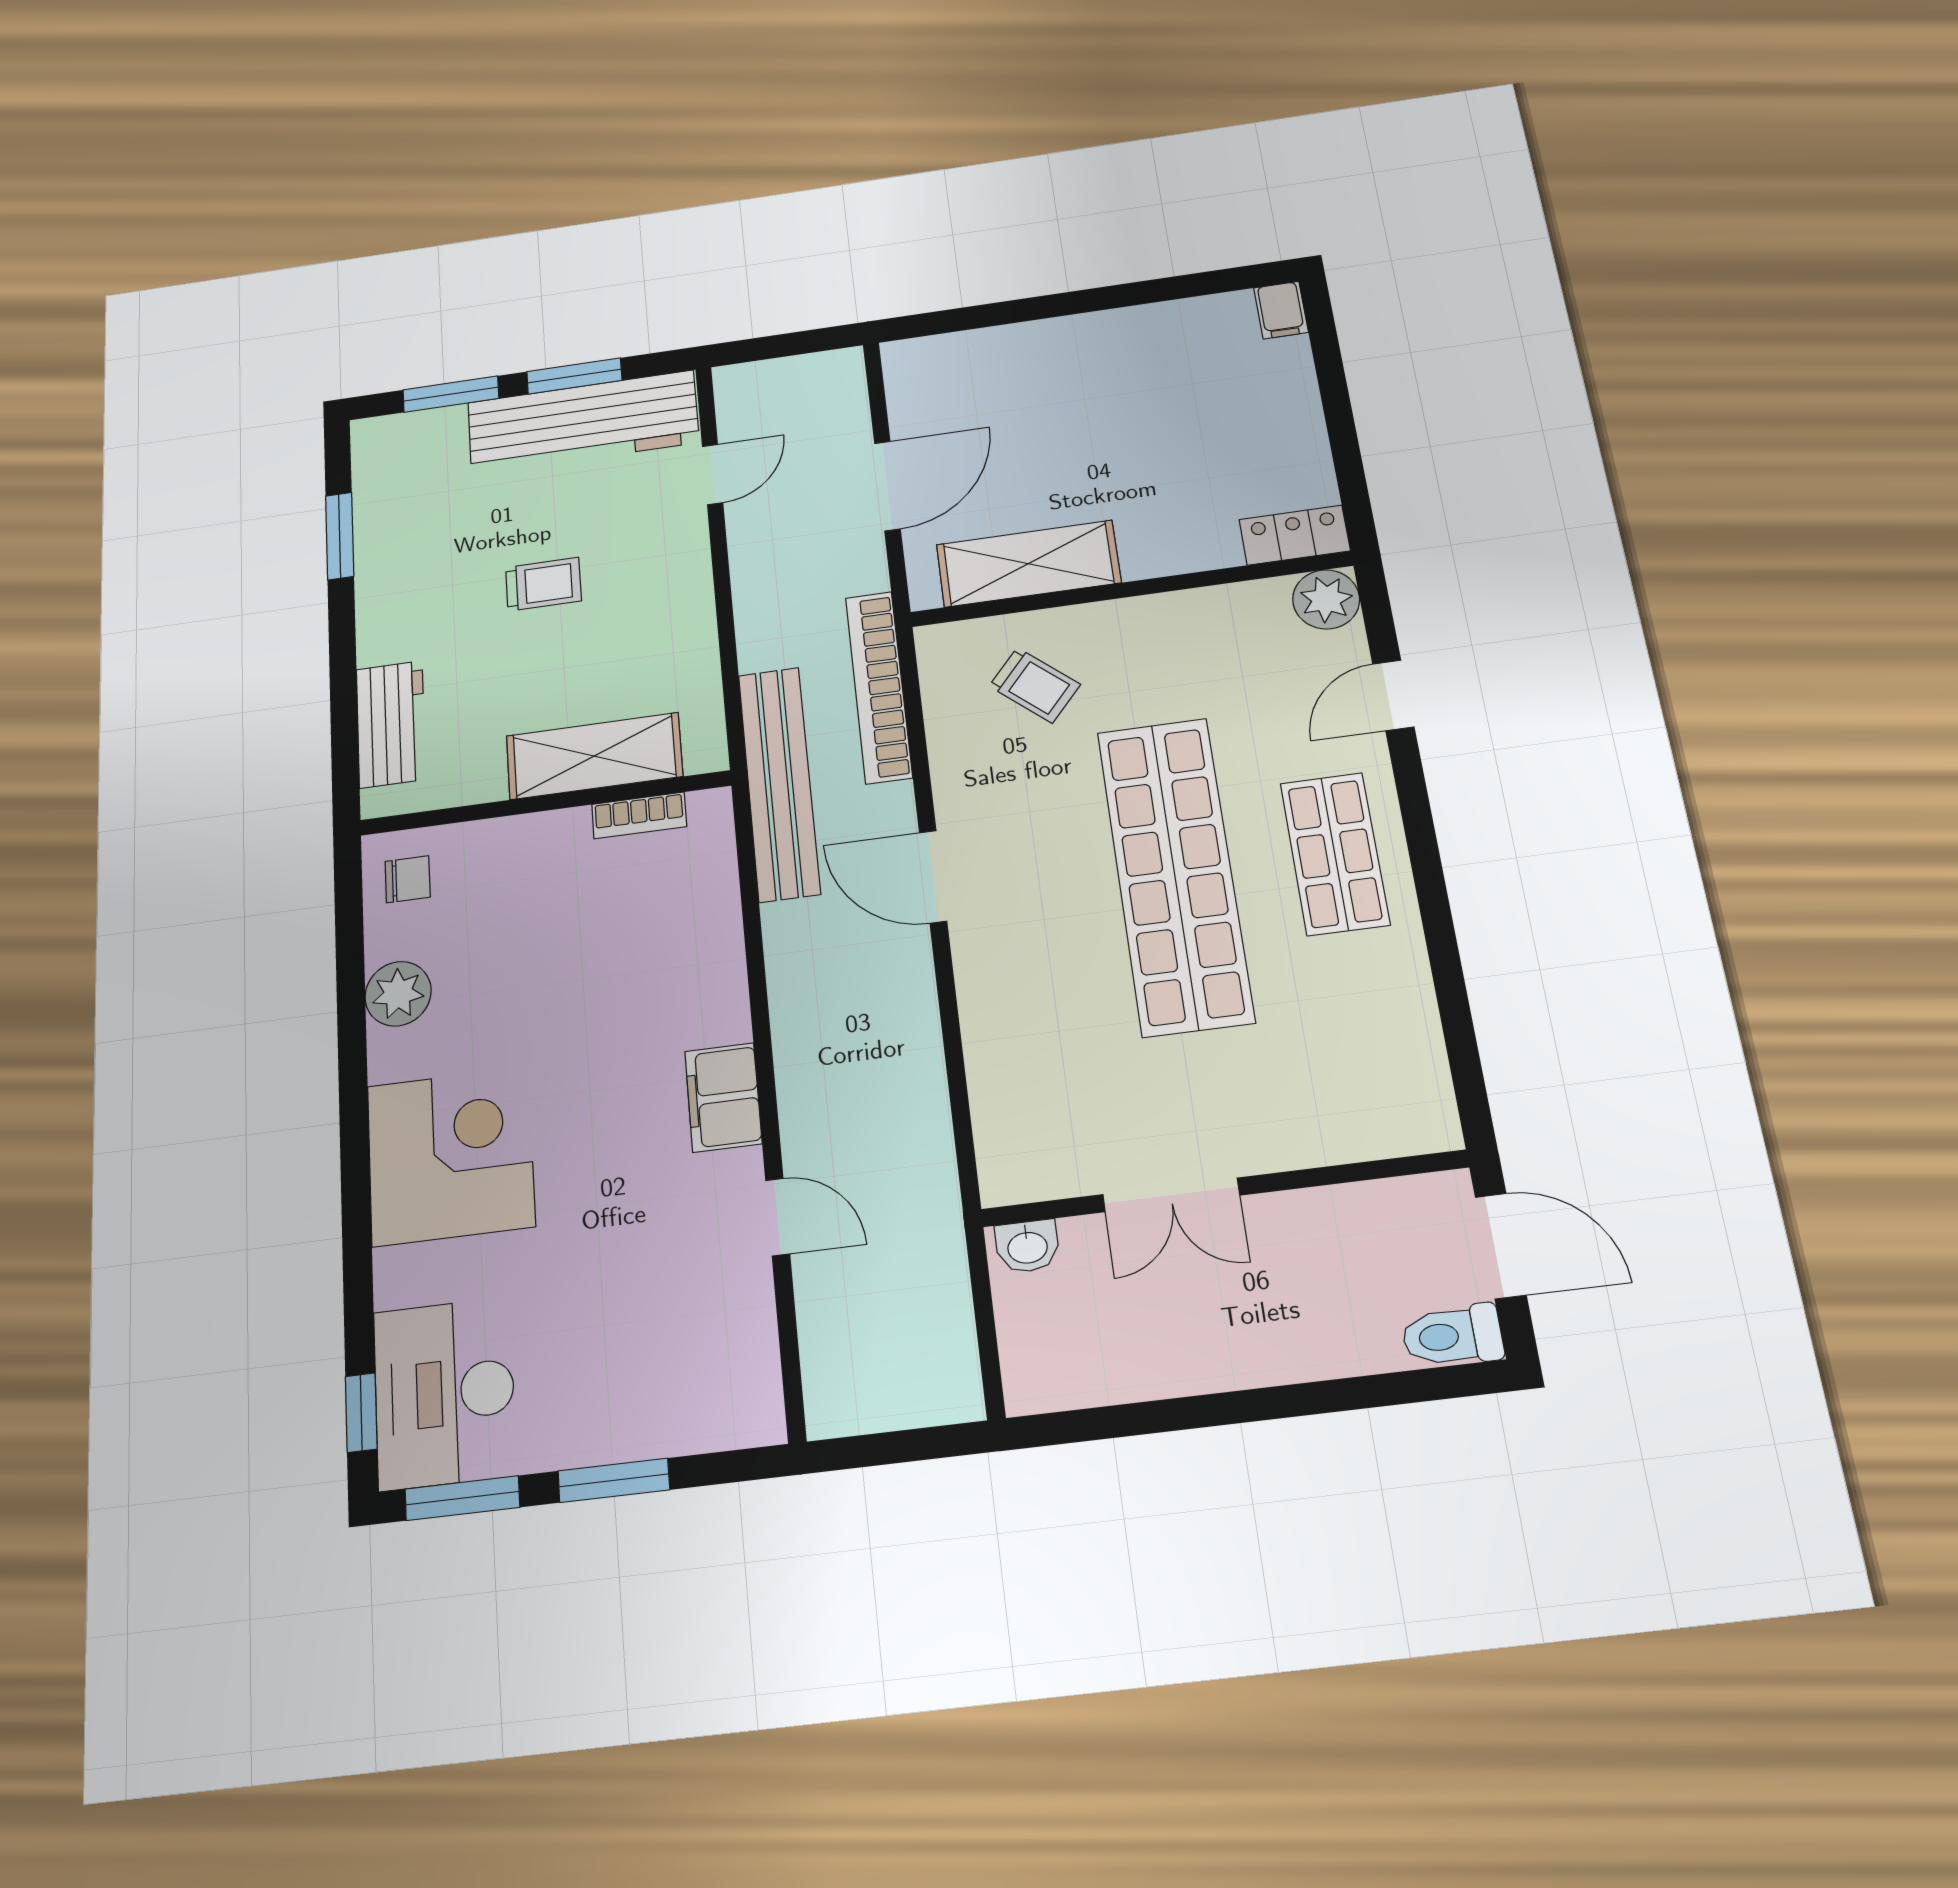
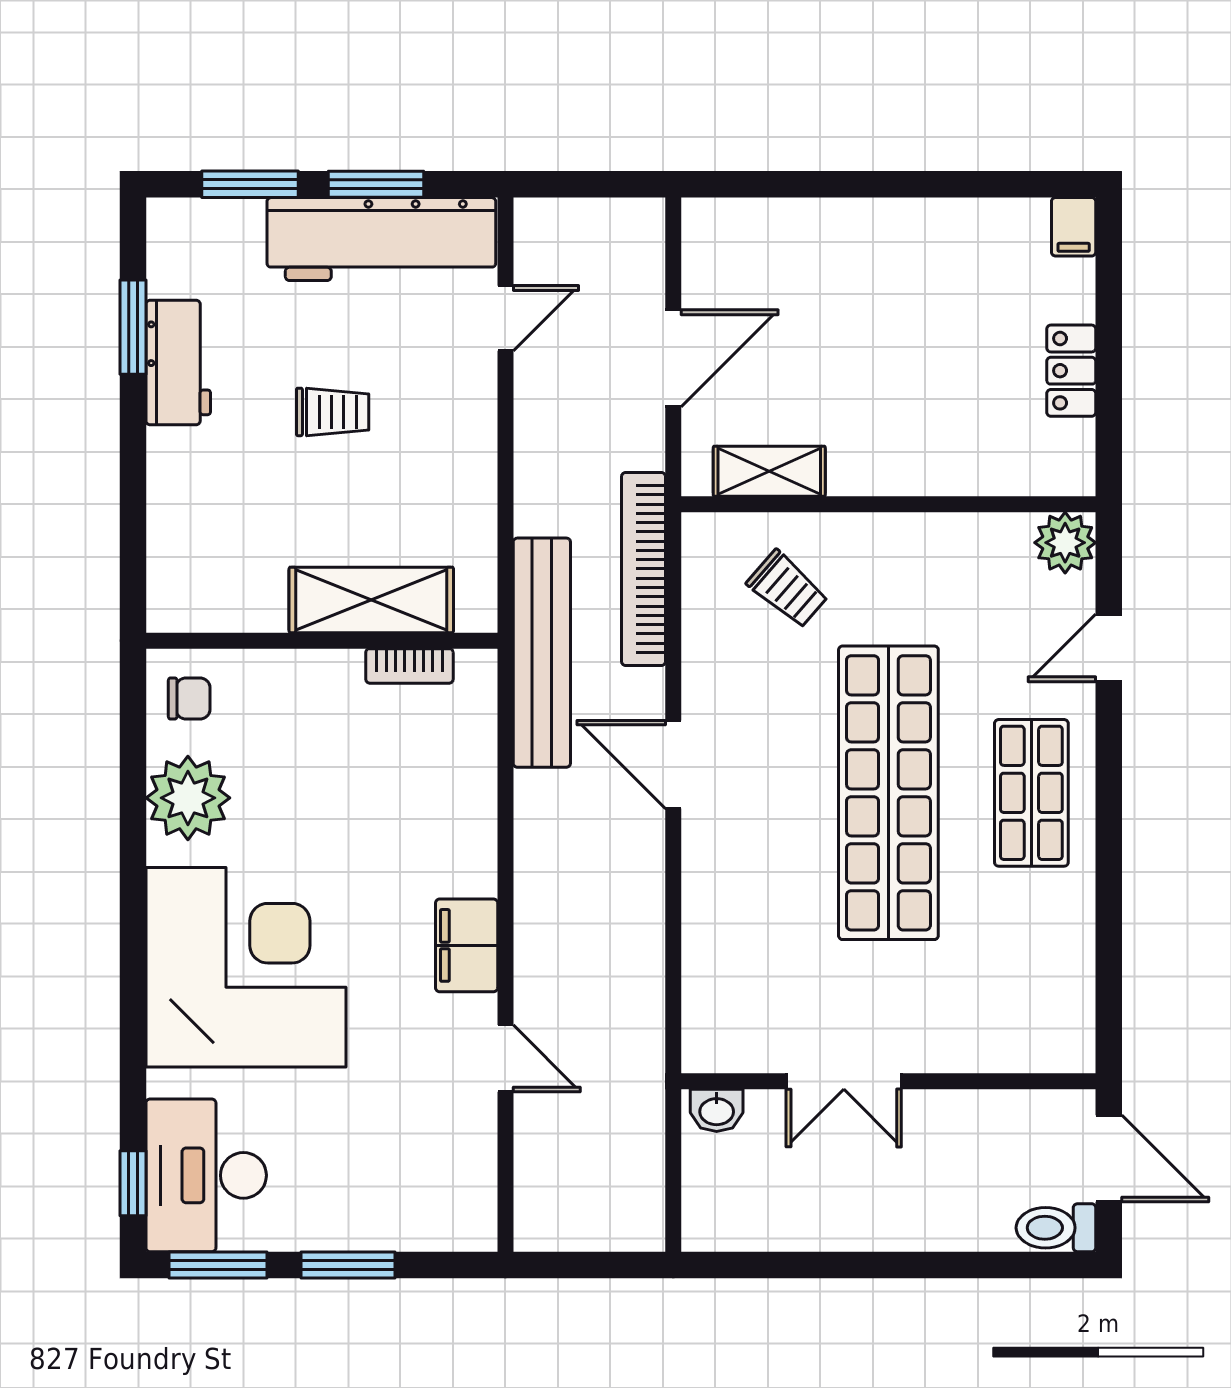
locker: (1295, 535) -> (1071, 371), moved, turned -90
shelving: (1028, 564) -> (769, 471), width x0.67, depth x0.75
workbench: (391, 724) -> (178, 362), moved
plant: (398, 994) -> (188, 798), width x1.36, depth x1.36
corner desk: (451, 1156) -> (246, 967), width x1.36, depth x1.36

